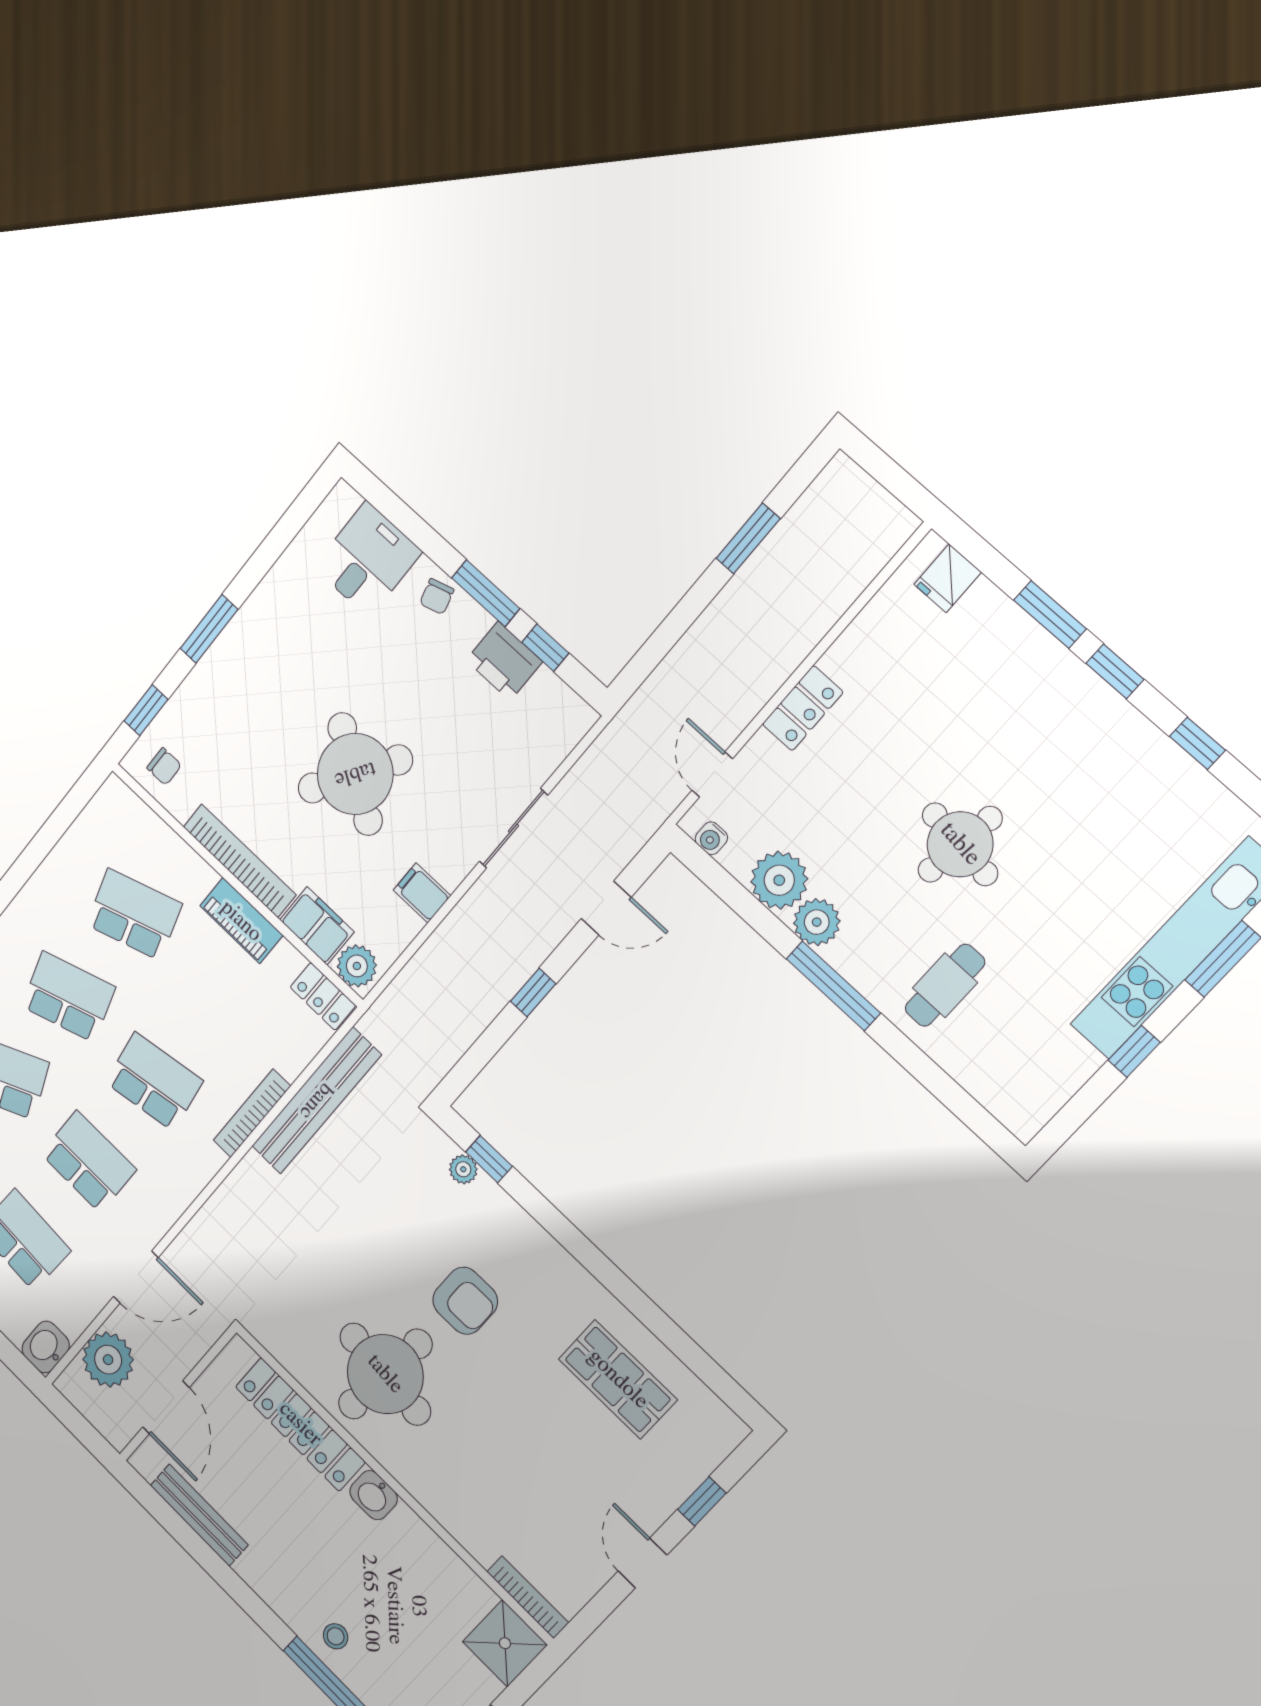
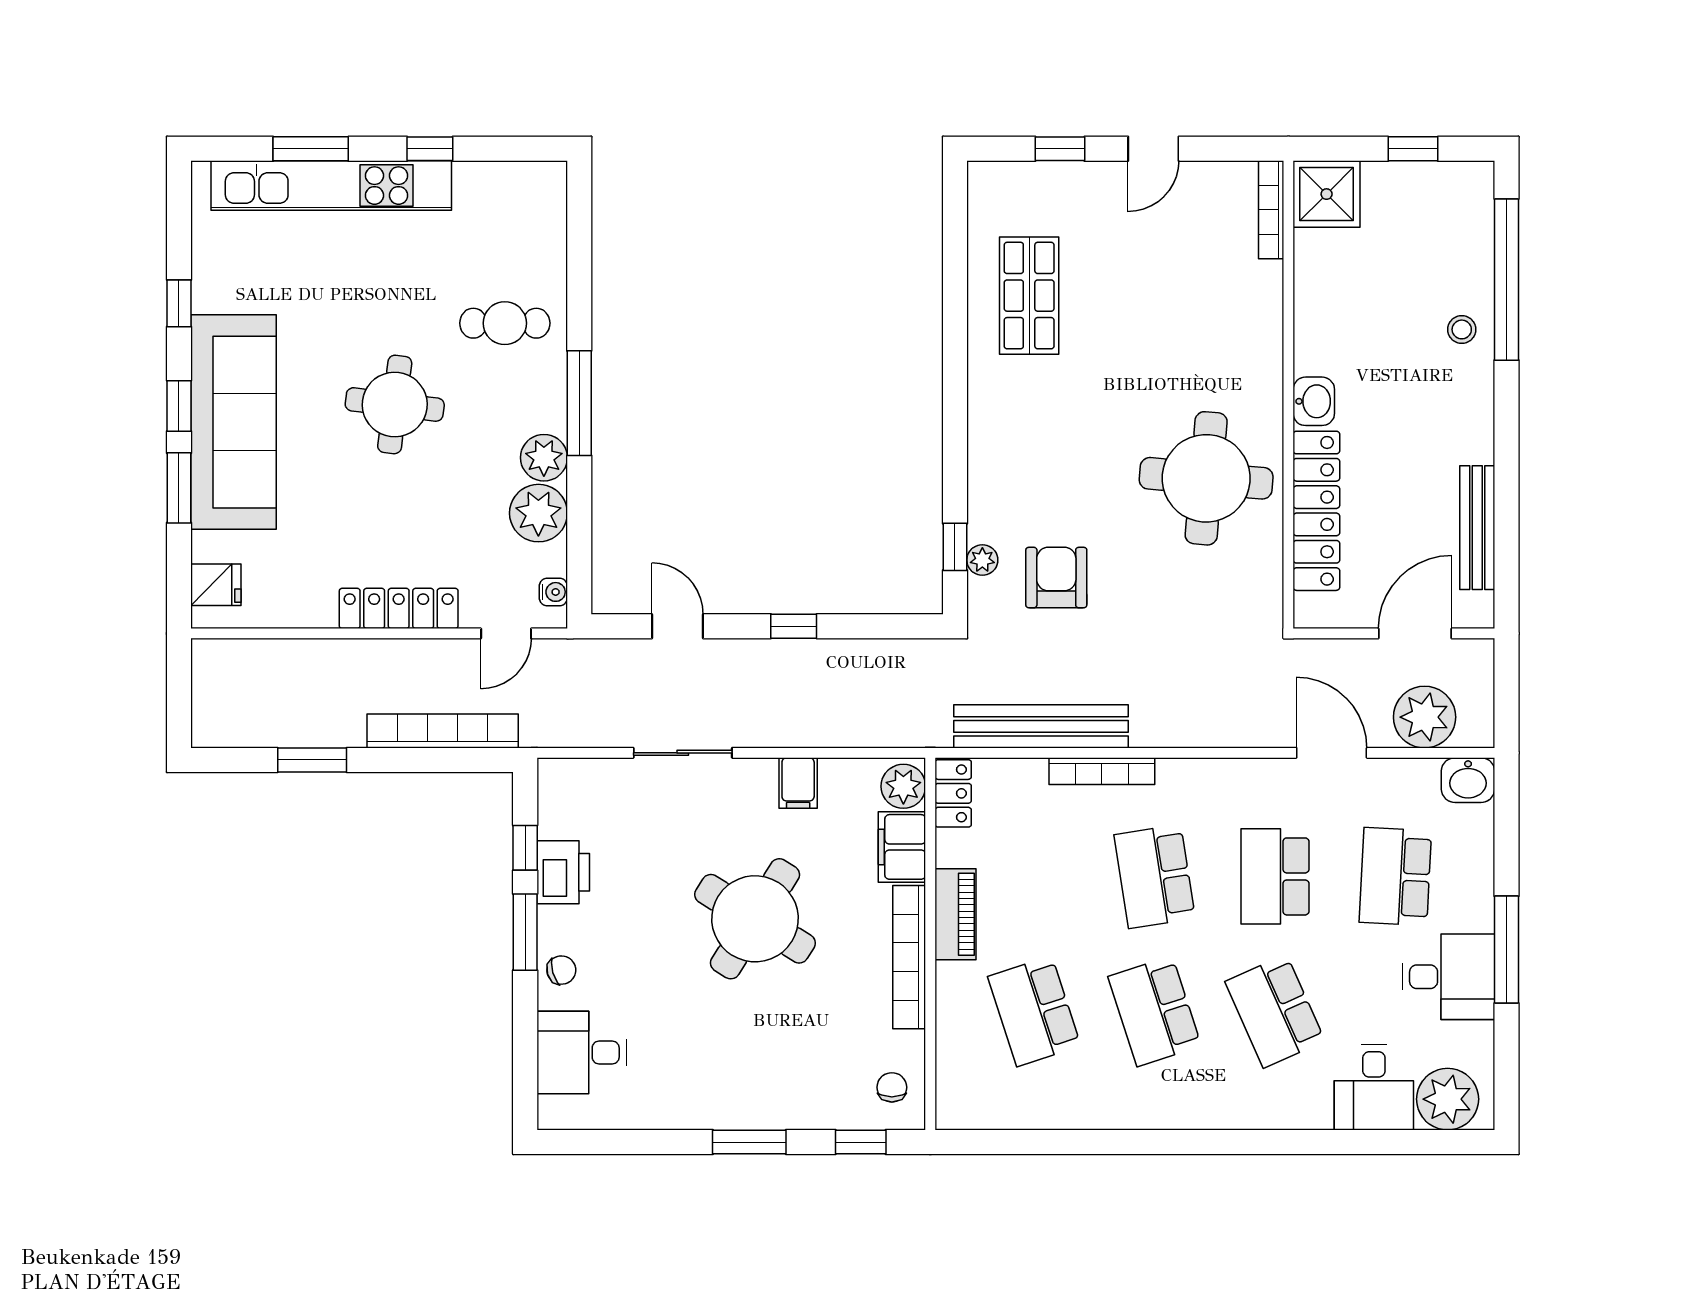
bookcase: (683, 661) -> (443, 731), added
sofa: (1062, 704) -> (234, 422), added
locker: (803, 708) -> (399, 608), width x1.53
armchair: (465, 1301) -> (1056, 578), moved

